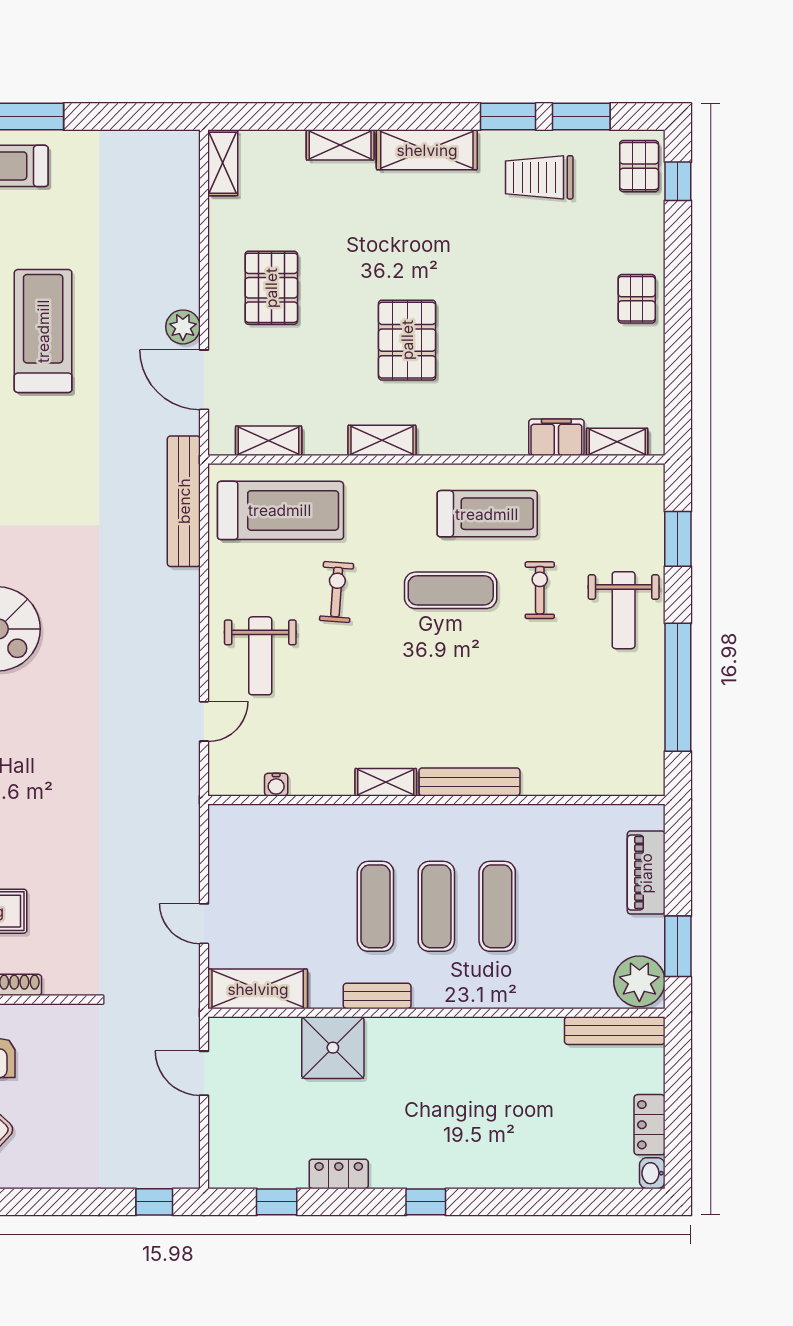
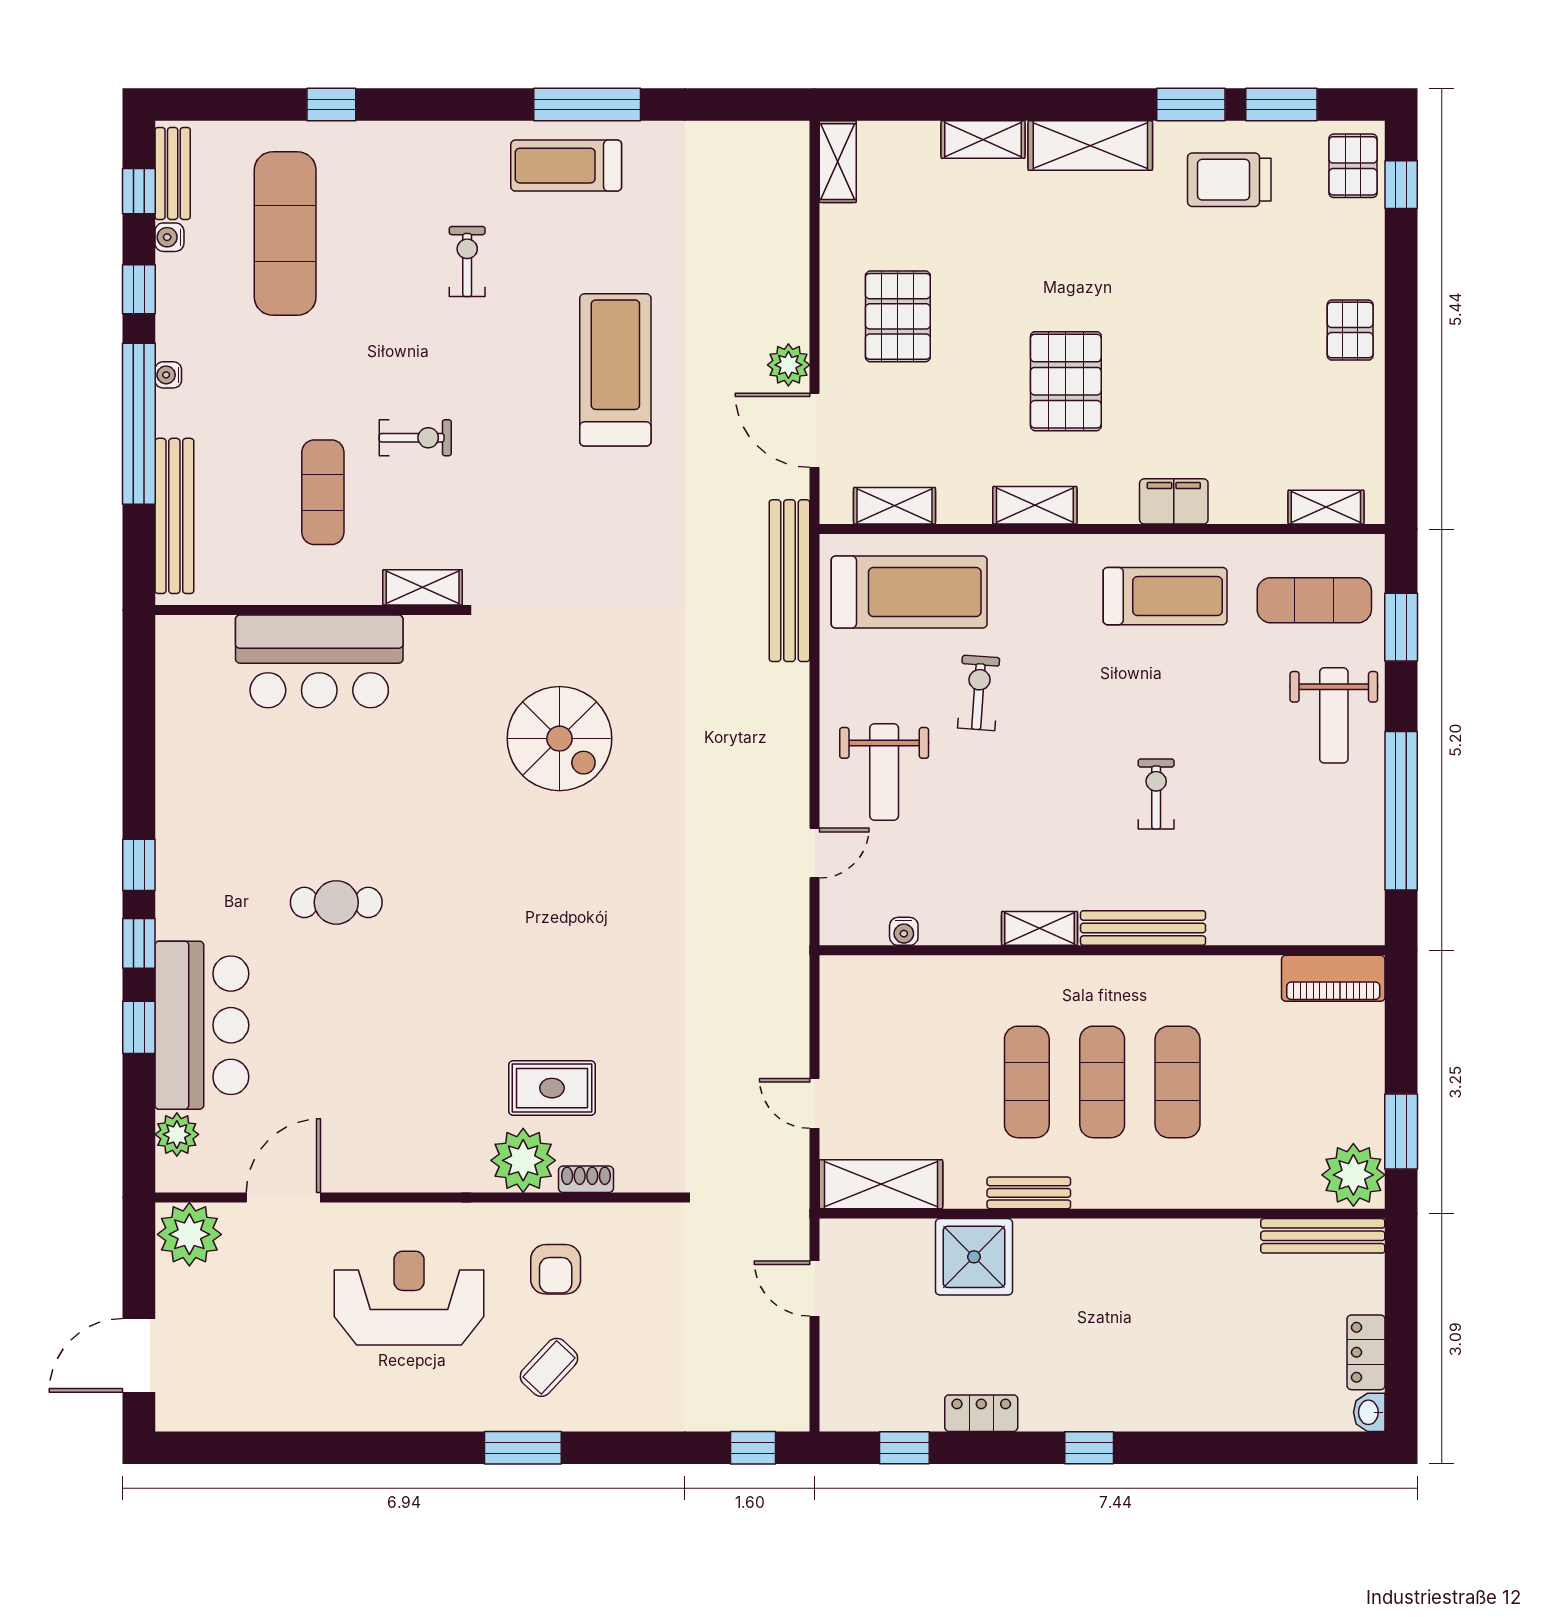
filing cabinet: (556, 437) -> (1174, 501), moved
exercise mat: (451, 590) -> (1314, 600), moved
exercise bike: (540, 590) -> (1156, 794), moved
piano: (646, 873) -> (1333, 978), moved, turned -90

